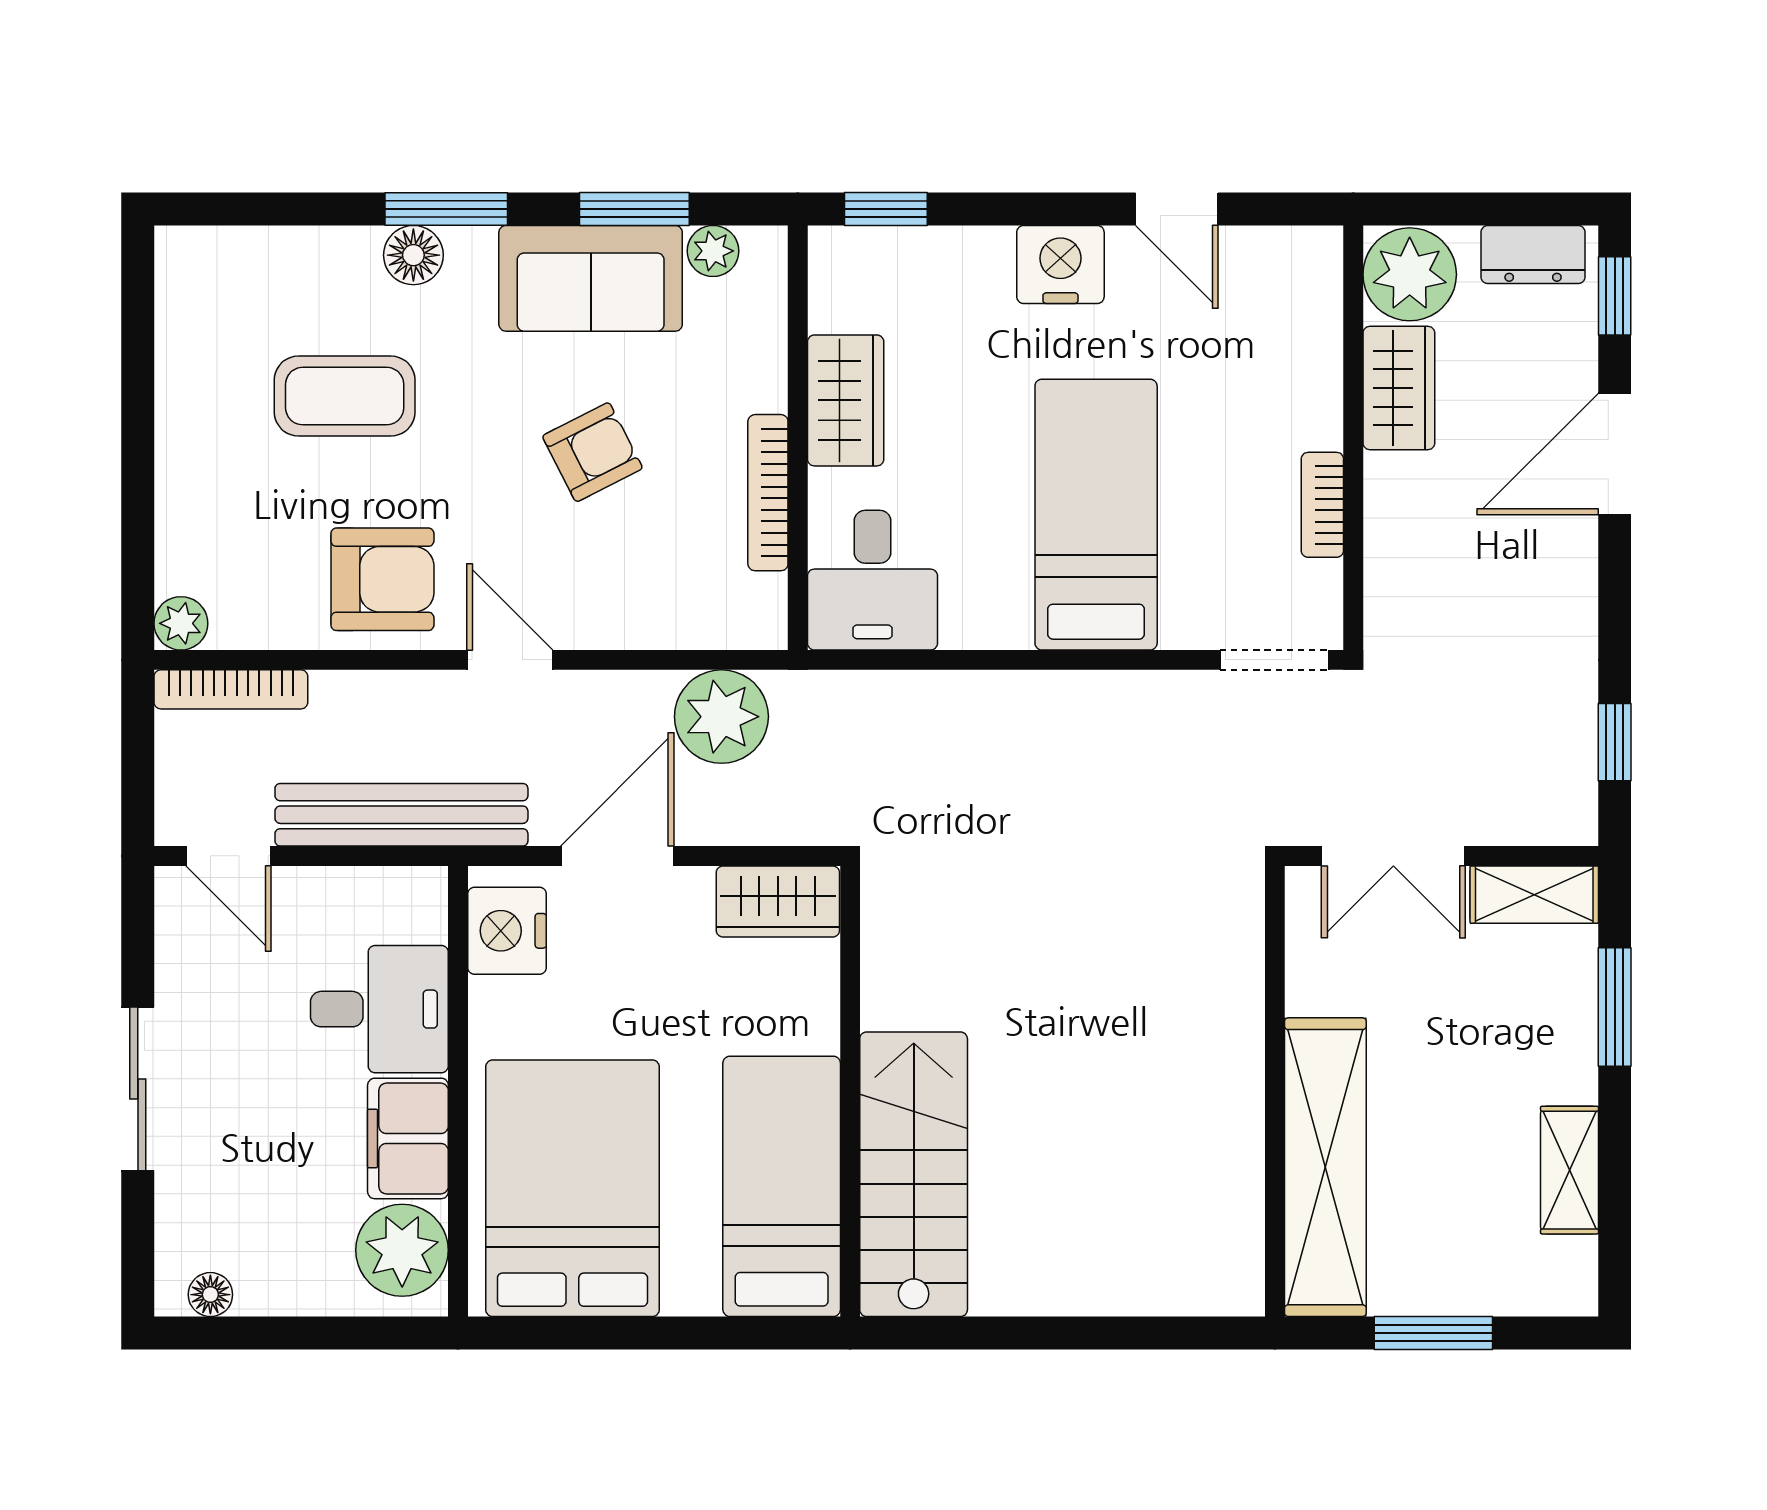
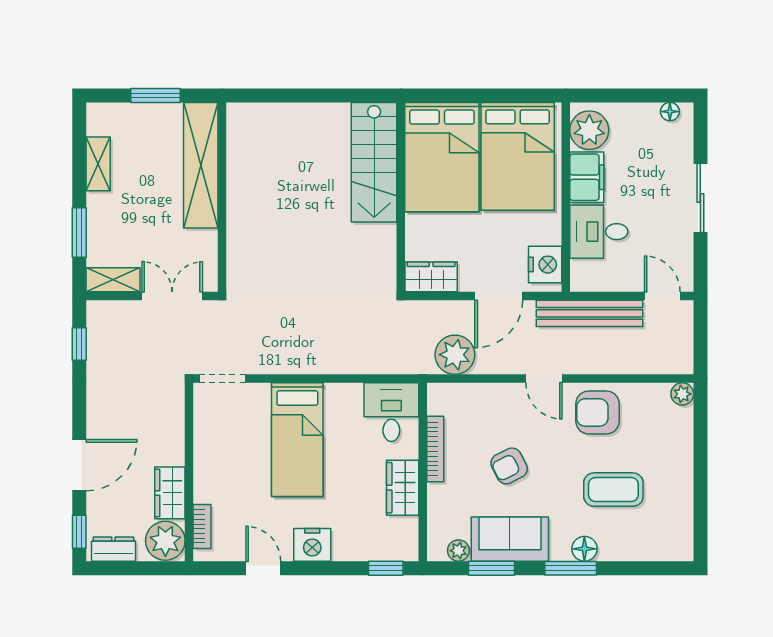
bookcase: (1322, 505) -> (202, 526), moved
bookcase: (231, 689) -> (661, 366), removed
bed: (782, 1186) -> (442, 157), width x1.50

